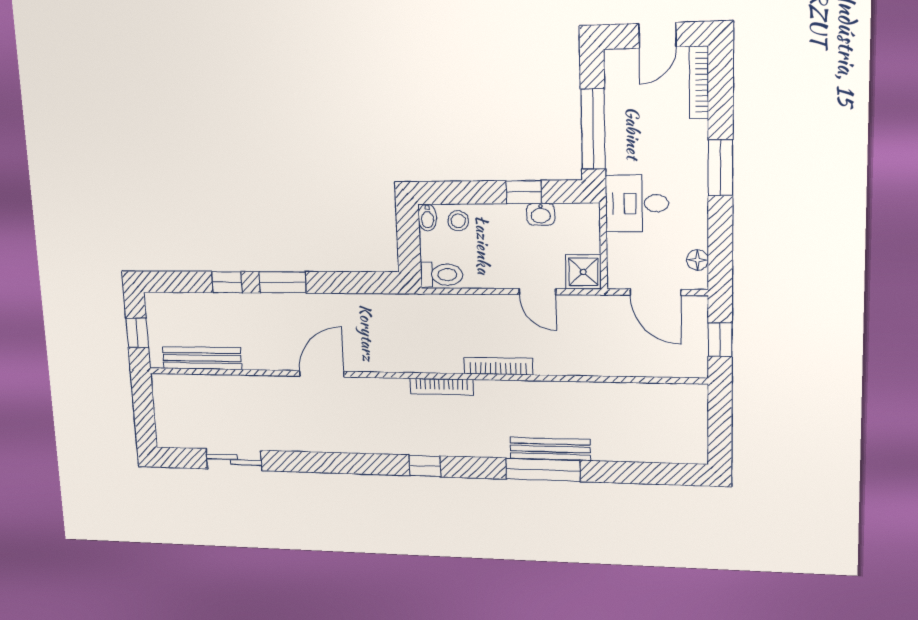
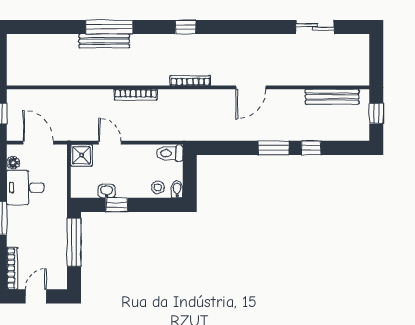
desk: (637, 203) -> (25, 188), moved, turned 180
bookcase: (441, 387) -> (190, 81), moved

